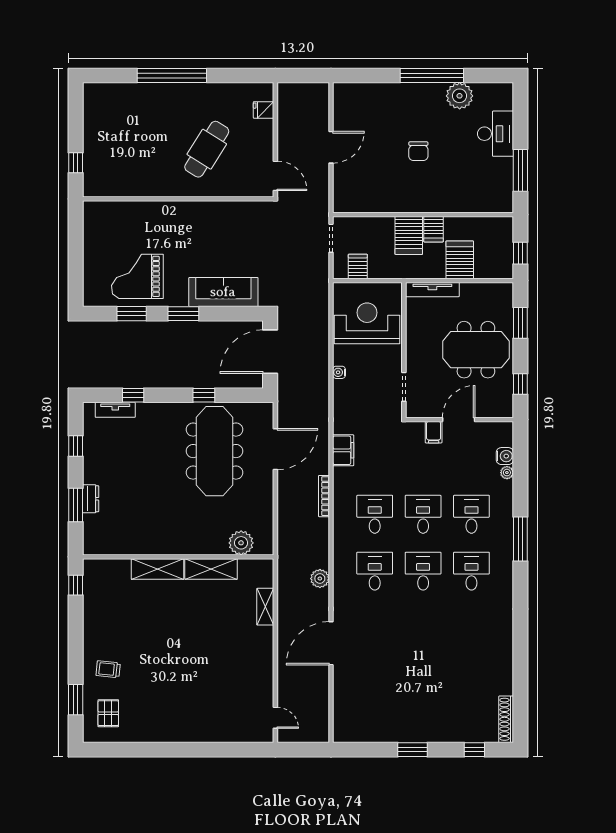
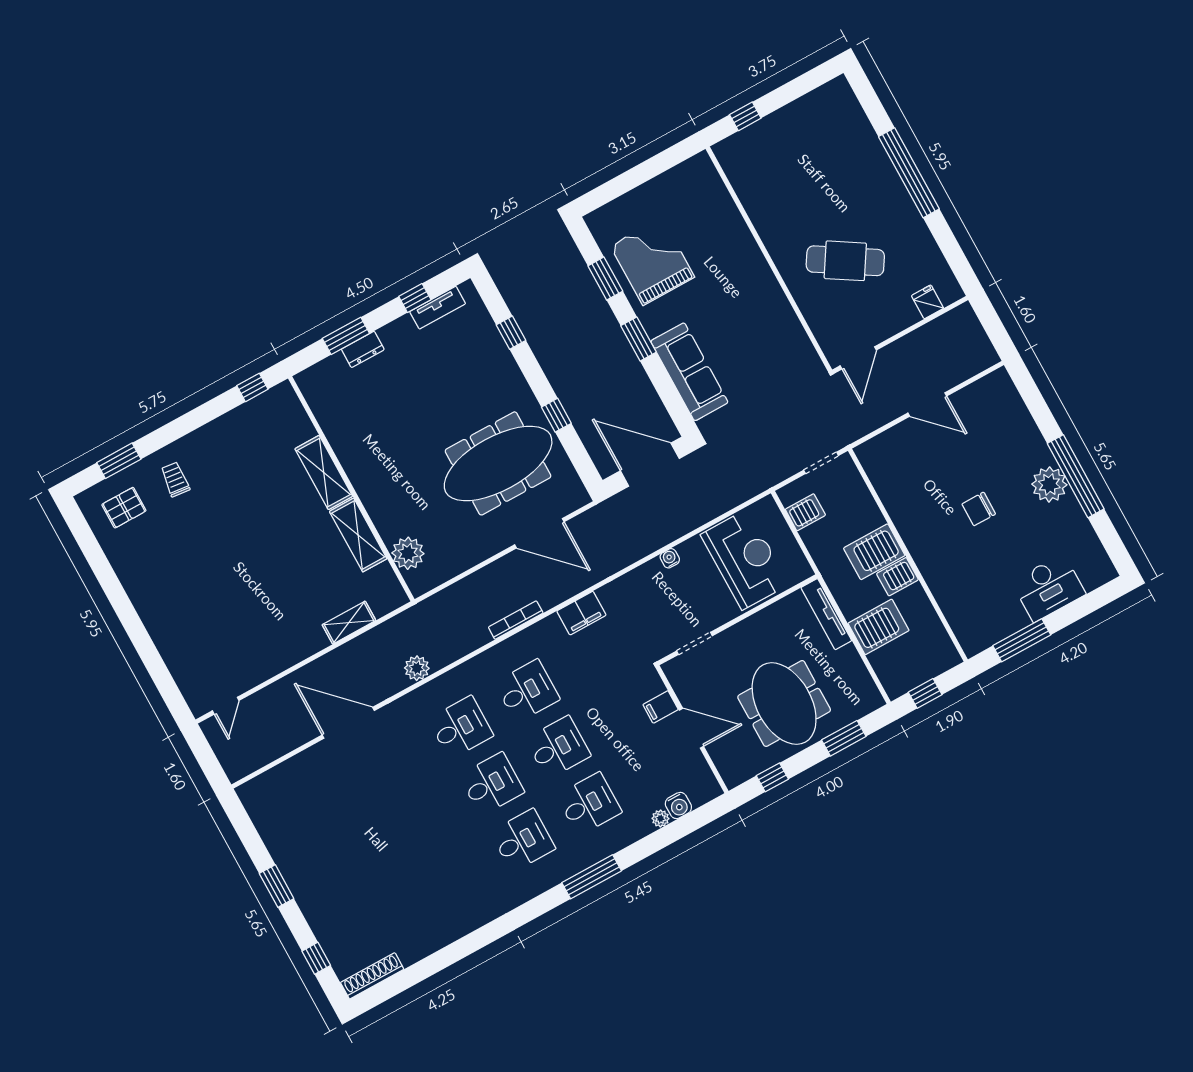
plant: (460, 96) -> (1049, 484), moved
tv unit: (115, 410) -> (438, 308), moved, turned -90

